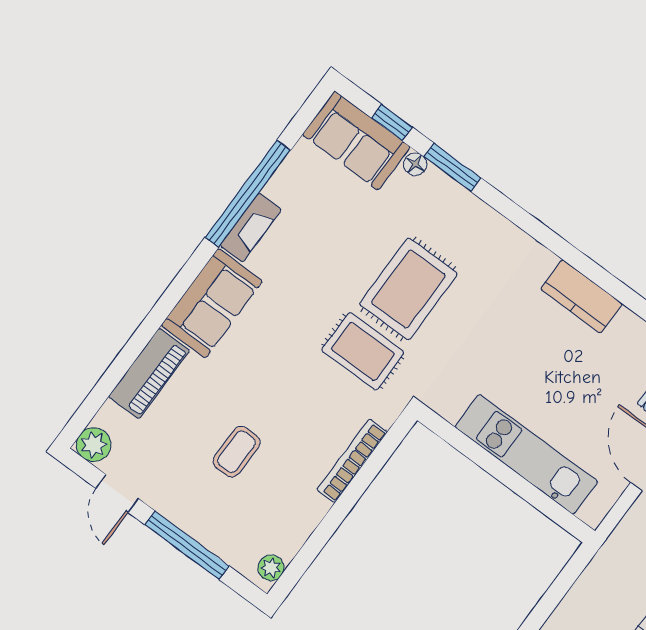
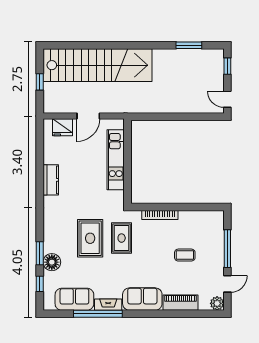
sofa: (356, 141) -> (74, 299), moved, turned -90
floor lamp: (415, 164) -> (52, 262), width x1.89, depth x1.89
rug: (408, 289) -> (90, 238), turned 90
plant: (271, 568) -> (214, 216), removed

